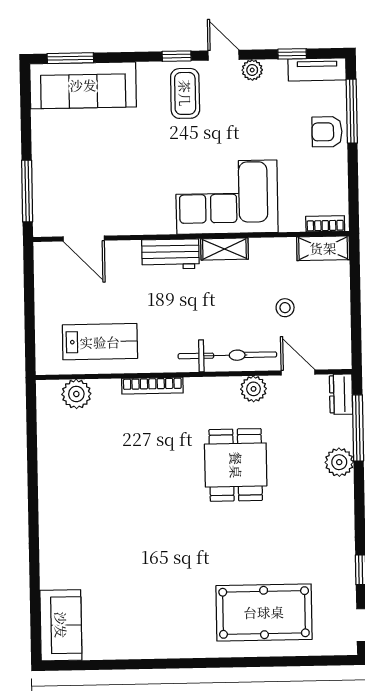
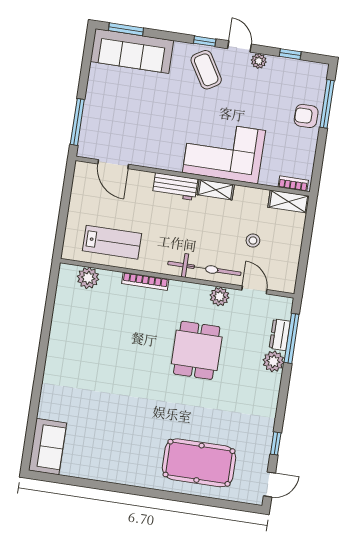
tv unit: (317, 69) -> (307, 69), removed
coffee table: (185, 93) -> (206, 70), turned -31
dresser: (341, 394) -> (280, 335), moved

